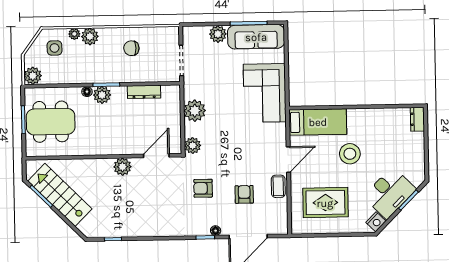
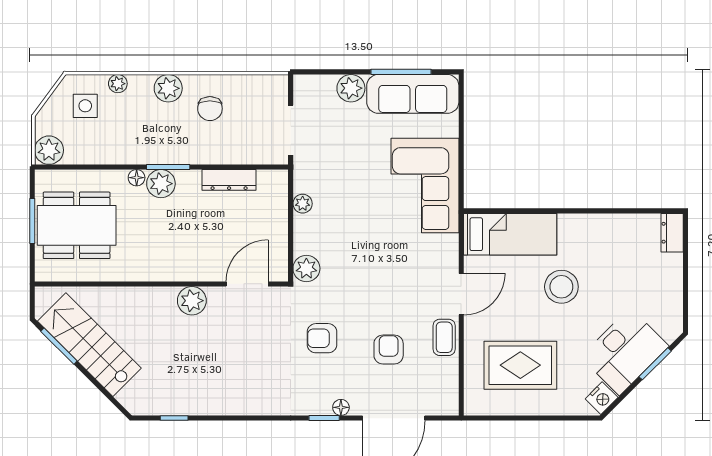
plant: (90, 36) -> (168, 88), moved
chair: (131, 48) -> (210, 109), turned -90
plant: (195, 111) -> (303, 204), width x0.53, depth x0.53

